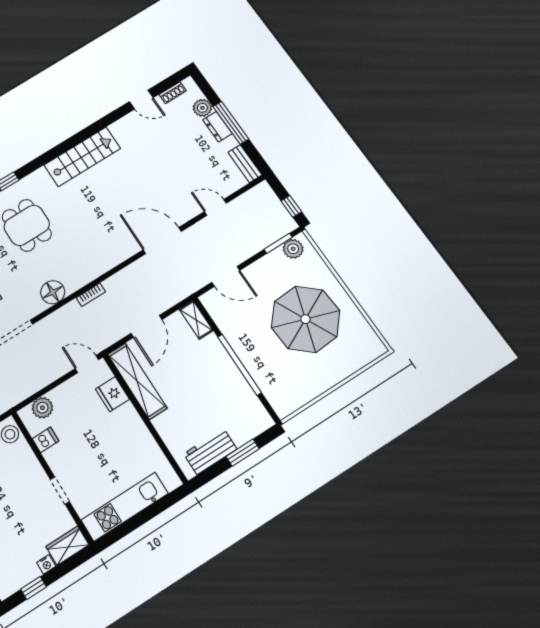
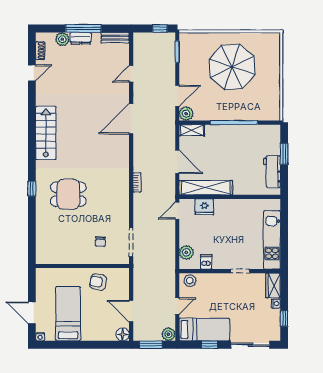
plant: (293, 249) -> (186, 114), moved
floor lamp: (53, 292) -> (121, 204), removed

